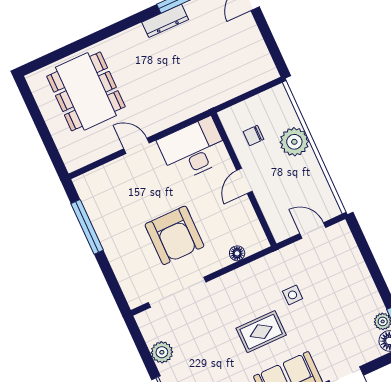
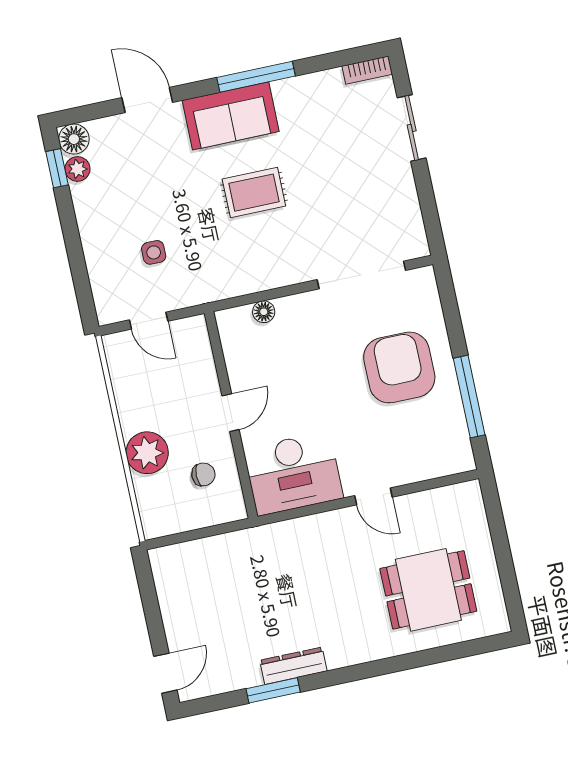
dining table: (86, 91) -> (428, 590), width x0.73
armchair: (174, 235) -> (399, 367), moved
side table: (293, 295) -> (154, 252), moved
plant: (162, 352) -> (402, 194), removed

